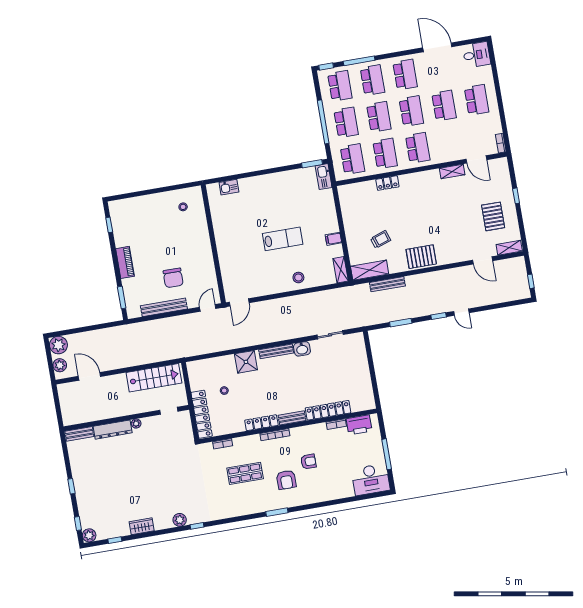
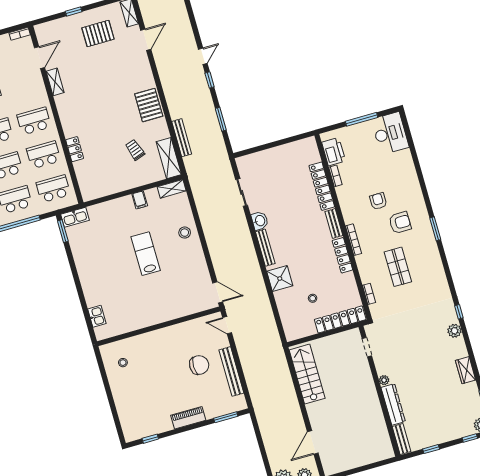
doorway: (169, 411) -> (367, 347), moved
wall: (126, 418) -> (379, 391), moved
plant: (136, 424) -> (384, 380), moved
dresser: (113, 430) -> (393, 404), moved
bench: (79, 434) -> (401, 439), moved

